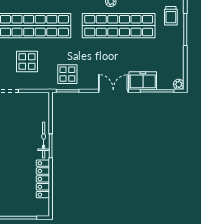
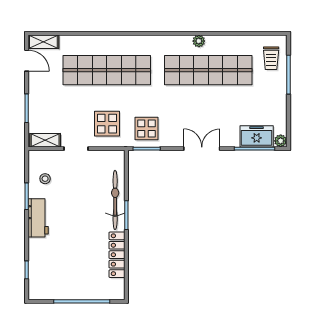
display table: (27, 62) -> (107, 124), moved
freezer: (143, 81) -> (257, 136), moved
bicycle: (44, 140) -> (115, 200), width x1.37, depth x1.40

